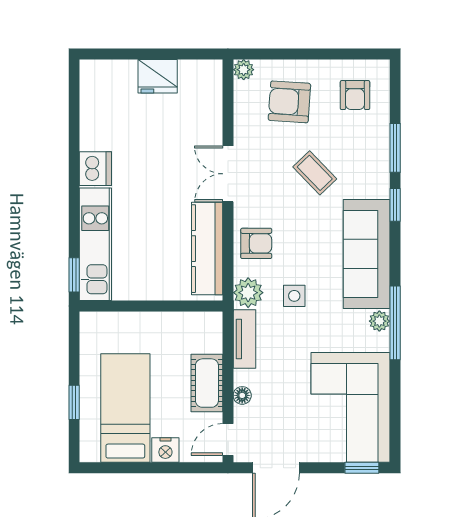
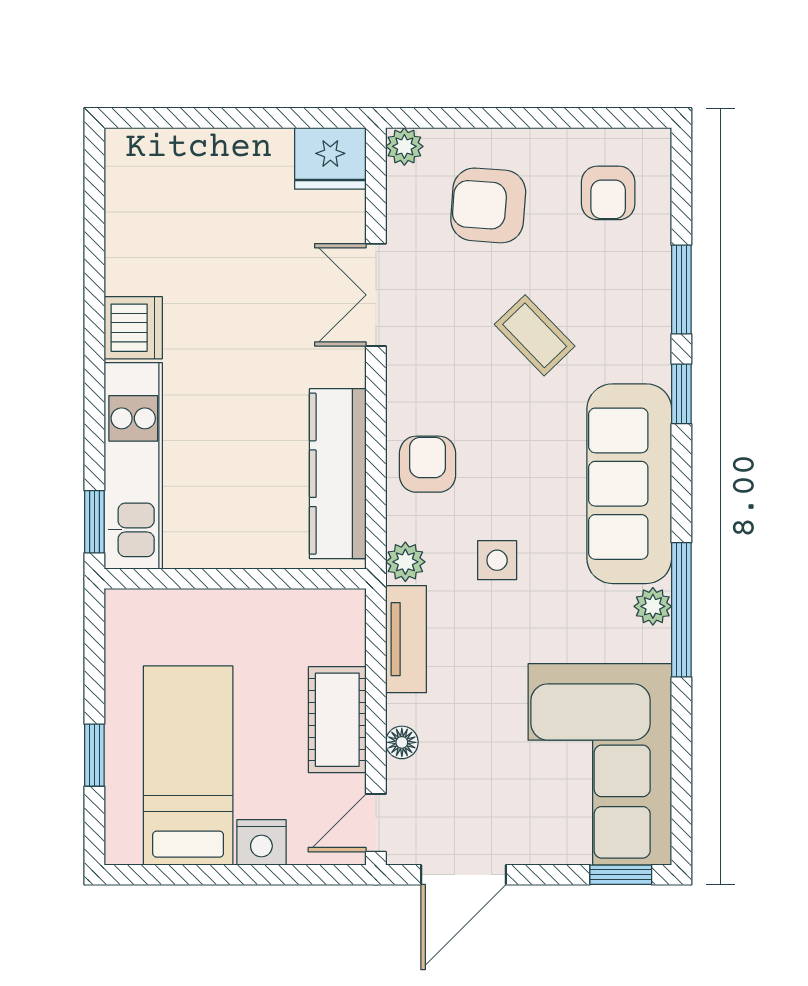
fridge: (158, 76) -> (330, 158), moved
double door: (228, 174) -> (376, 295), moved
armchair: (256, 243) -> (428, 464), turned -90
plant: (248, 293) -> (405, 562), width x0.73, depth x0.73

